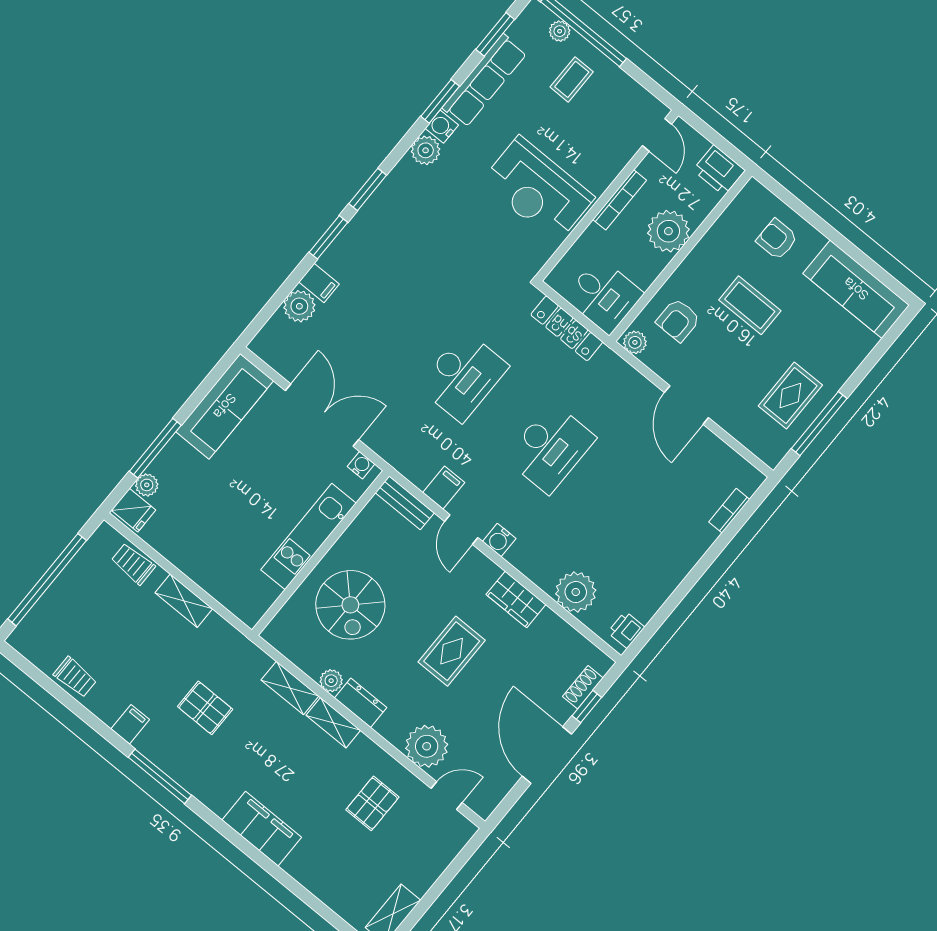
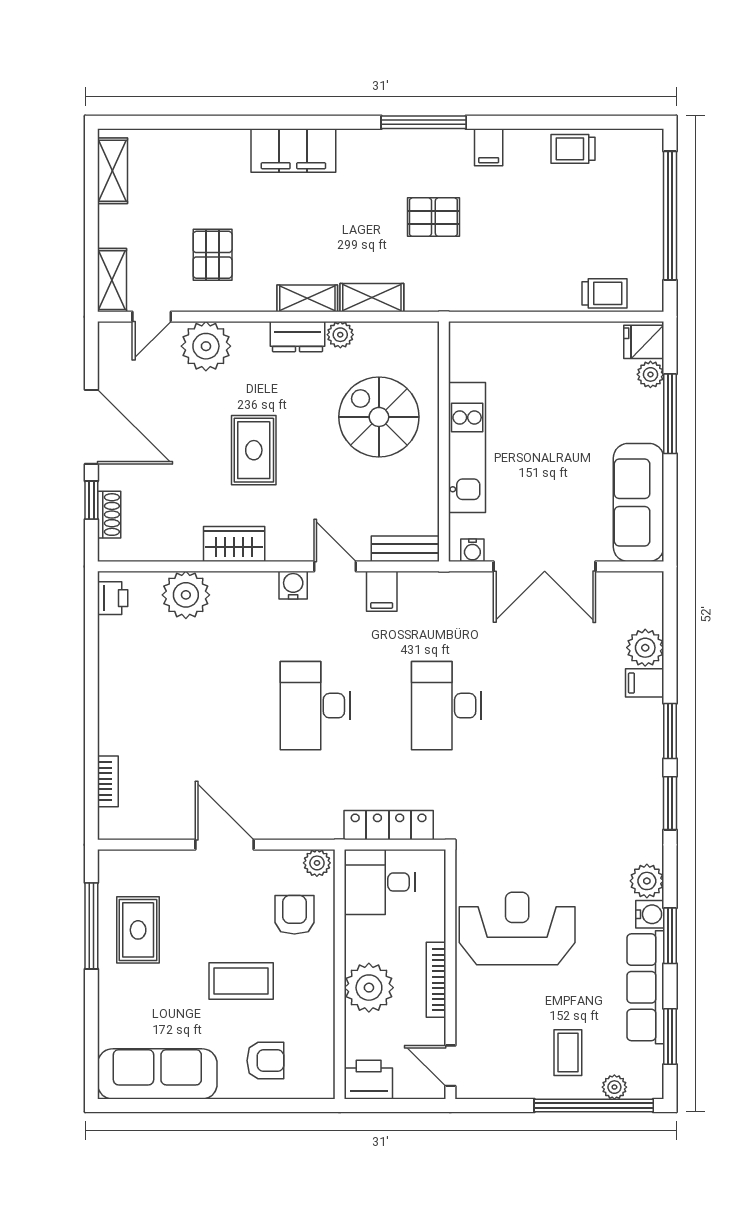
shelving: (184, 601) -> (112, 280), moved, turned 90

